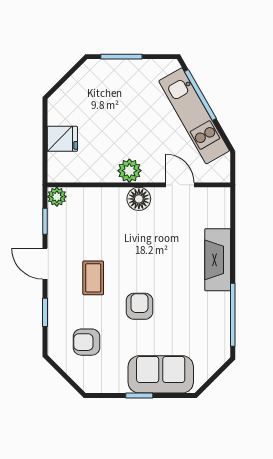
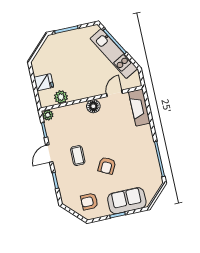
plant: (129, 171) -> (61, 97), moved
door: (180, 185) -> (114, 93), hinge flipped
fireplace: (218, 260) -> (139, 107), moved
door: (45, 264) -> (49, 154), hinge flipped
armchair: (140, 306) -> (107, 166), turned -153
armchair: (87, 342) -> (89, 201), moved

